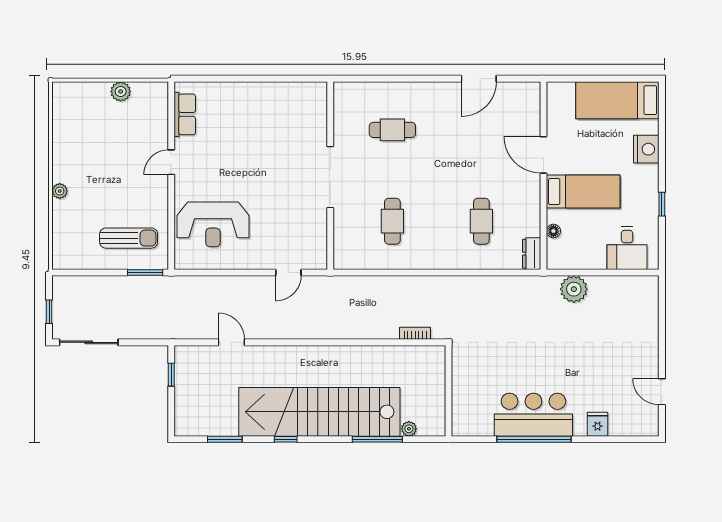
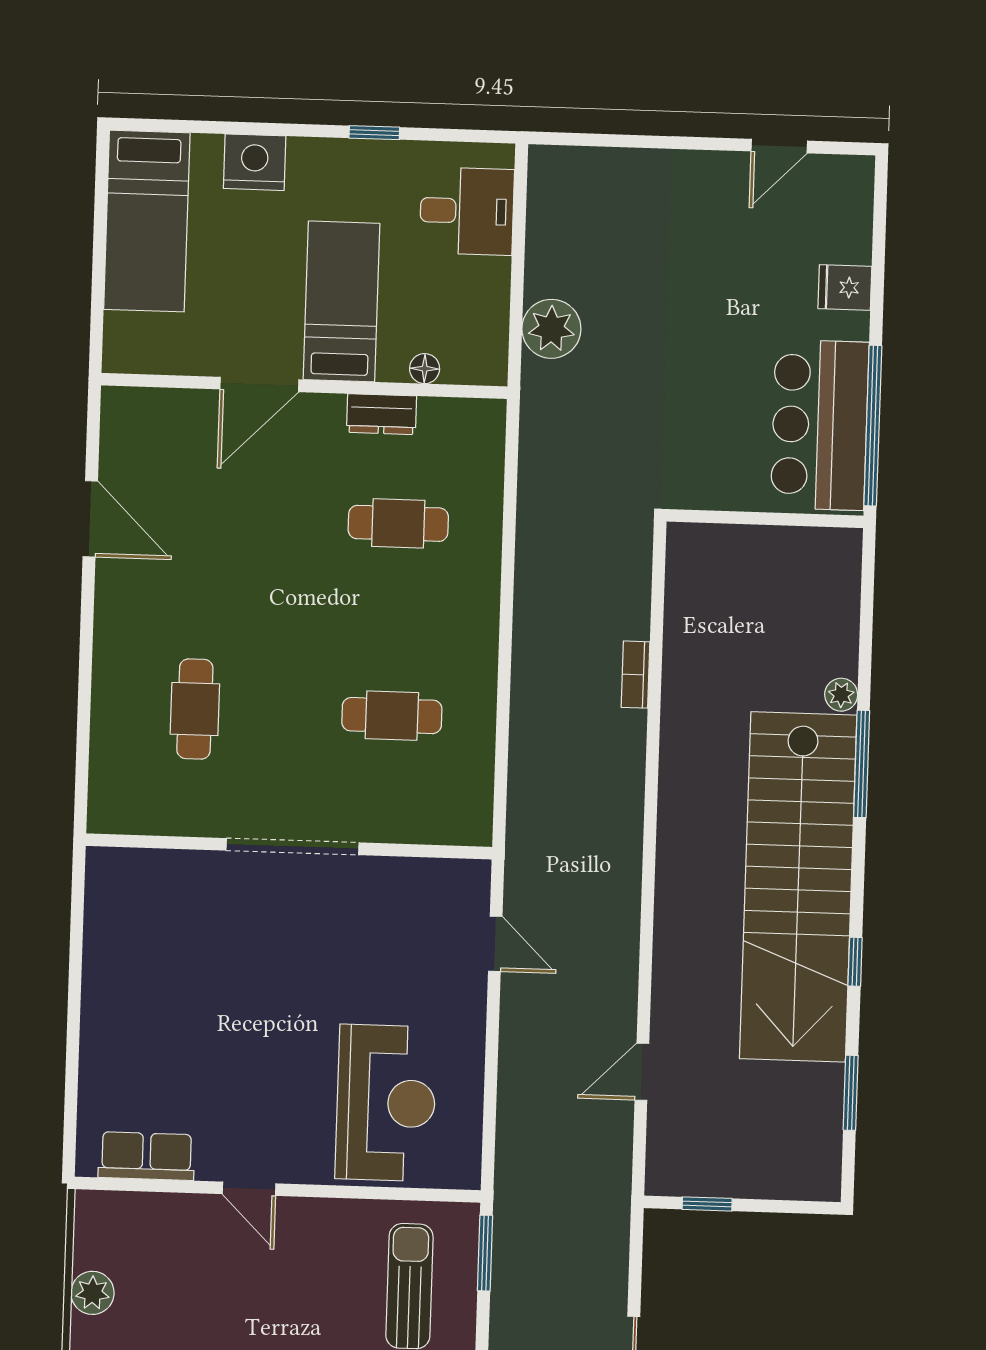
dresser: (532, 254) -> (382, 414), moved
wall: (449, 391) -> (765, 519), moved

